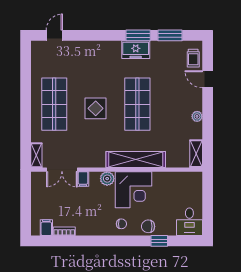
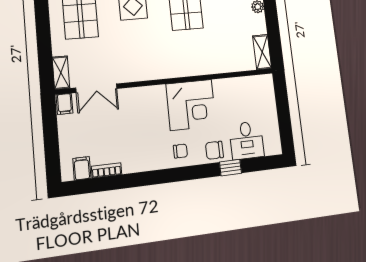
shelving: (136, 160) -> (190, 66), removed
filing cabinet: (83, 179) -> (64, 104), moved
plant: (107, 179) -> (156, 94), removed
desk: (189, 222) -> (247, 140), moved

